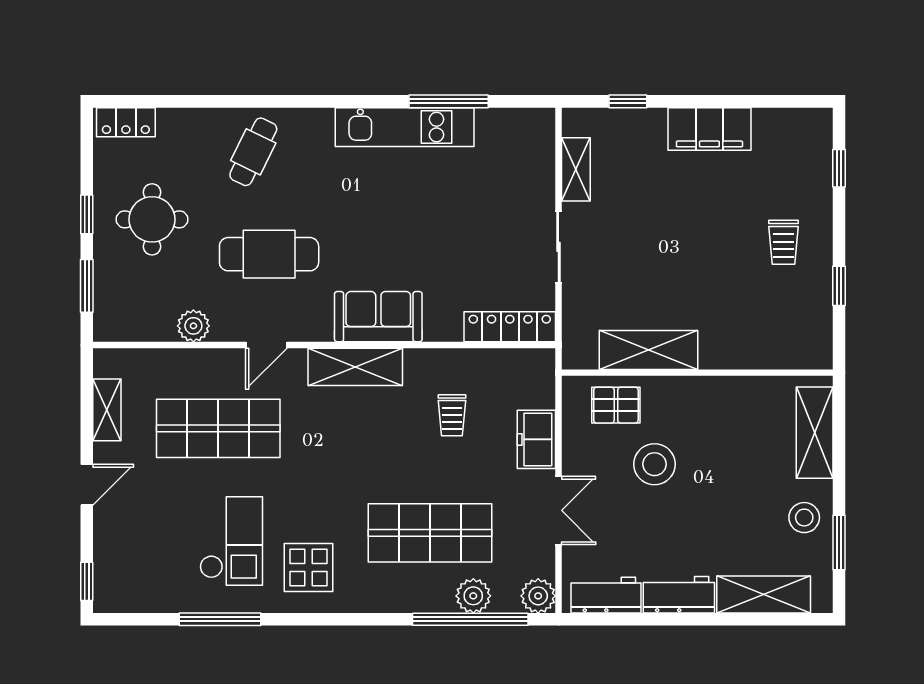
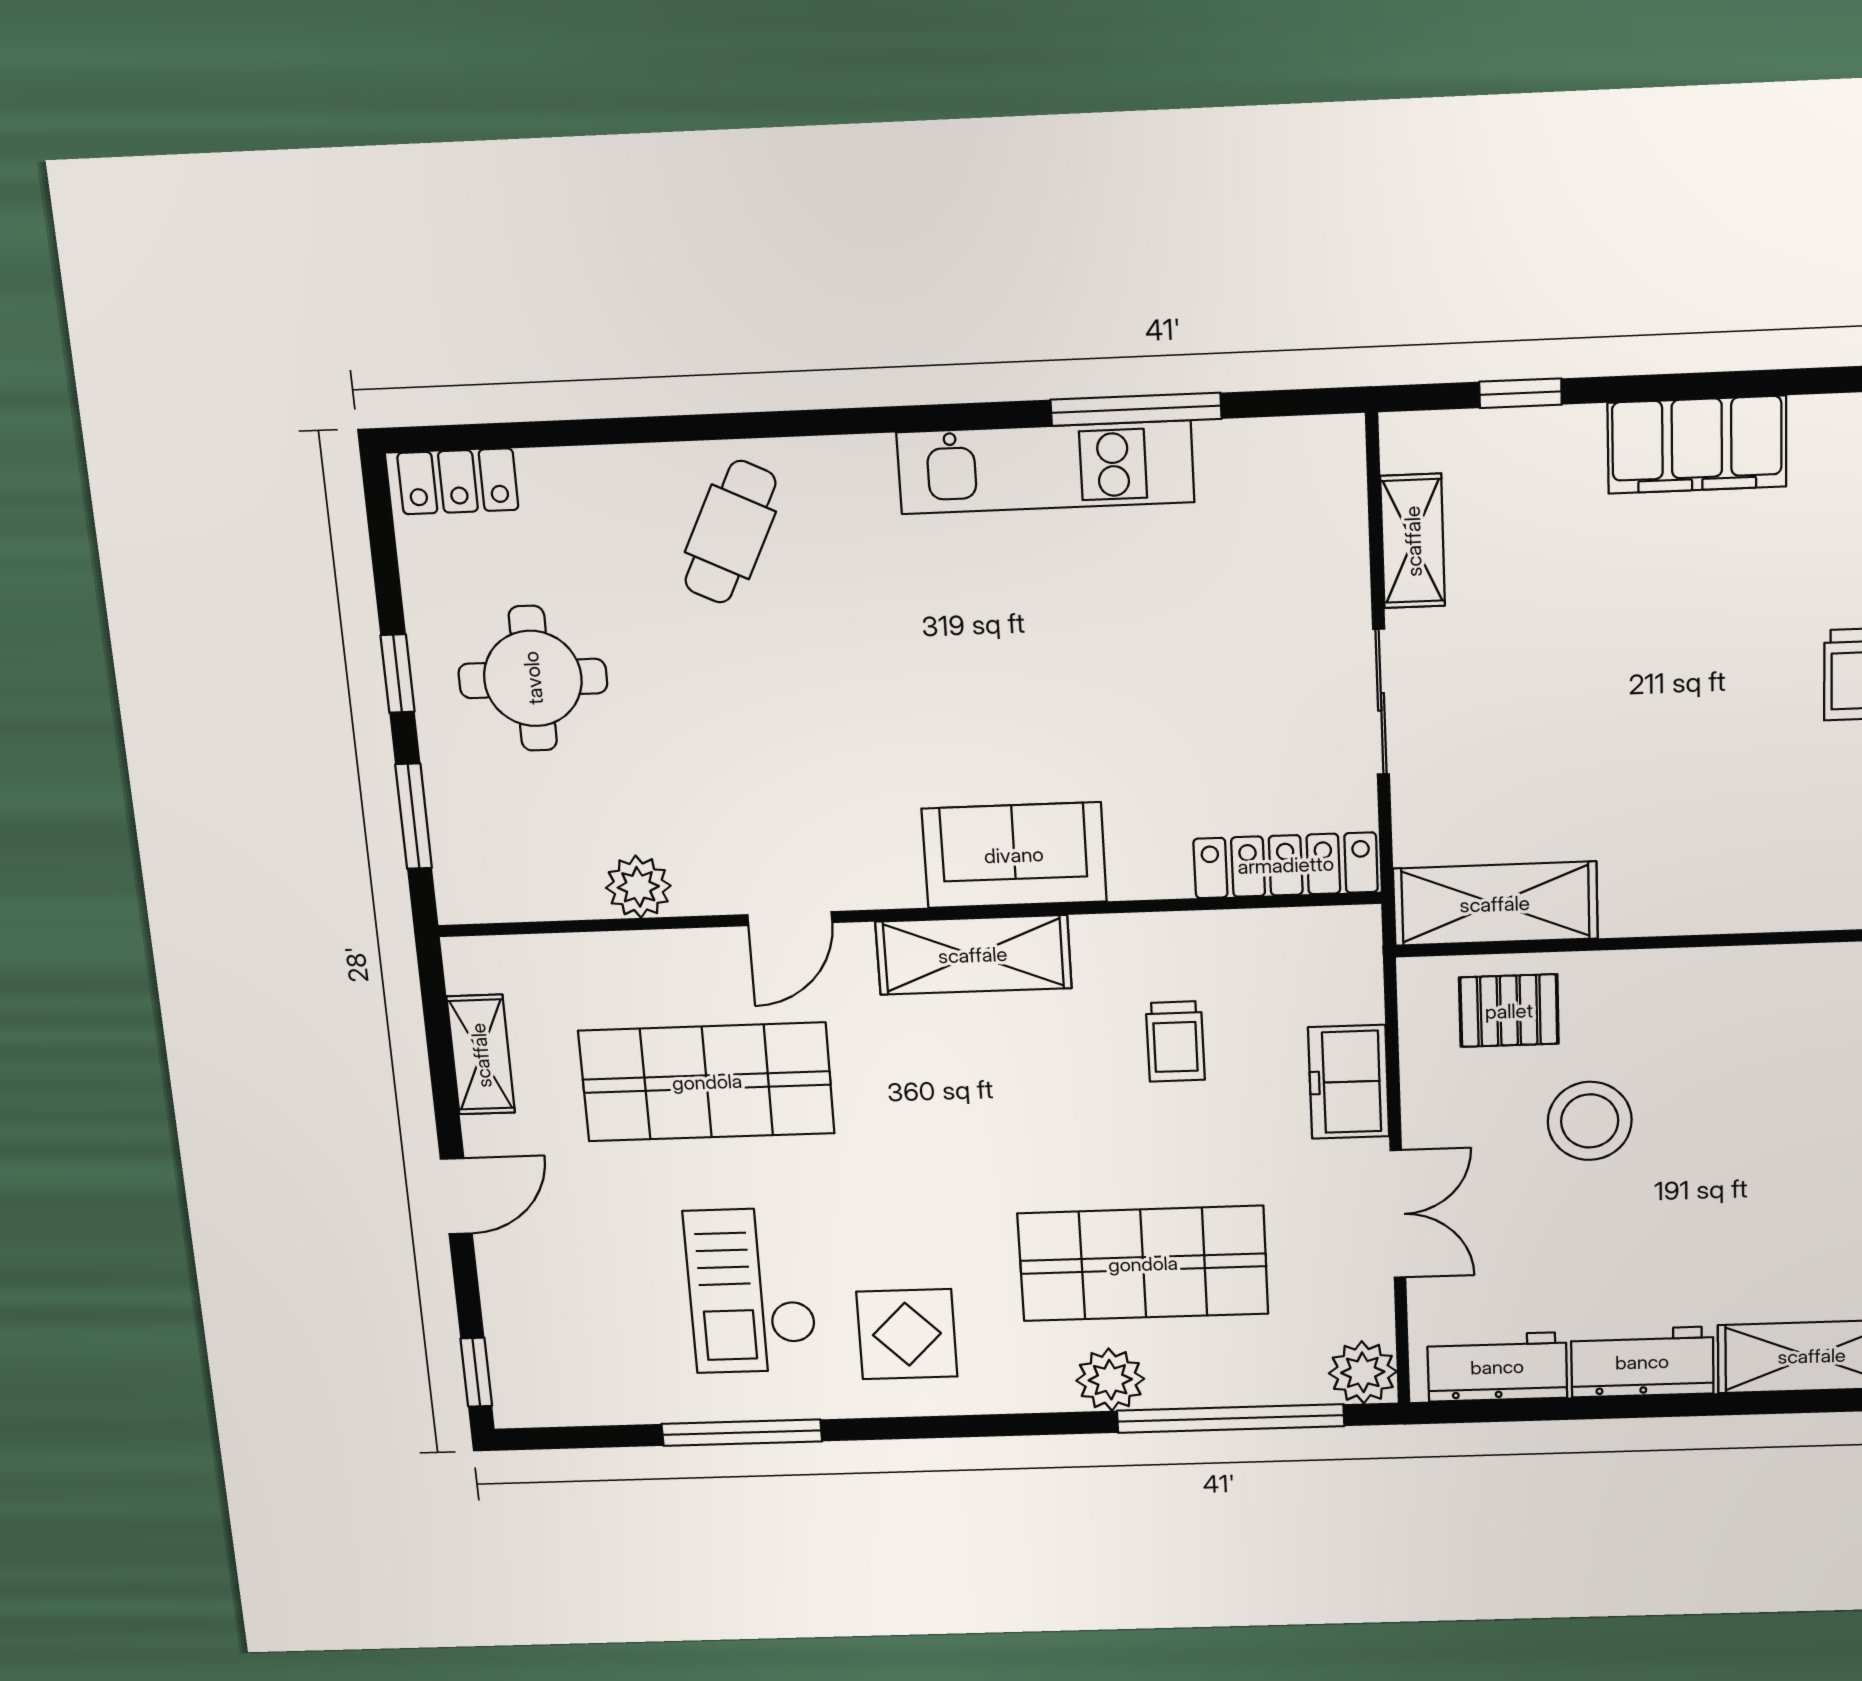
cafe table: (269, 254) -> (780, 739), removed
shelving: (648, 350) -> (1495, 904), moved
checkout: (231, 541) -> (751, 1291), turned 180
plant: (473, 596) -> (1110, 1380), moved

